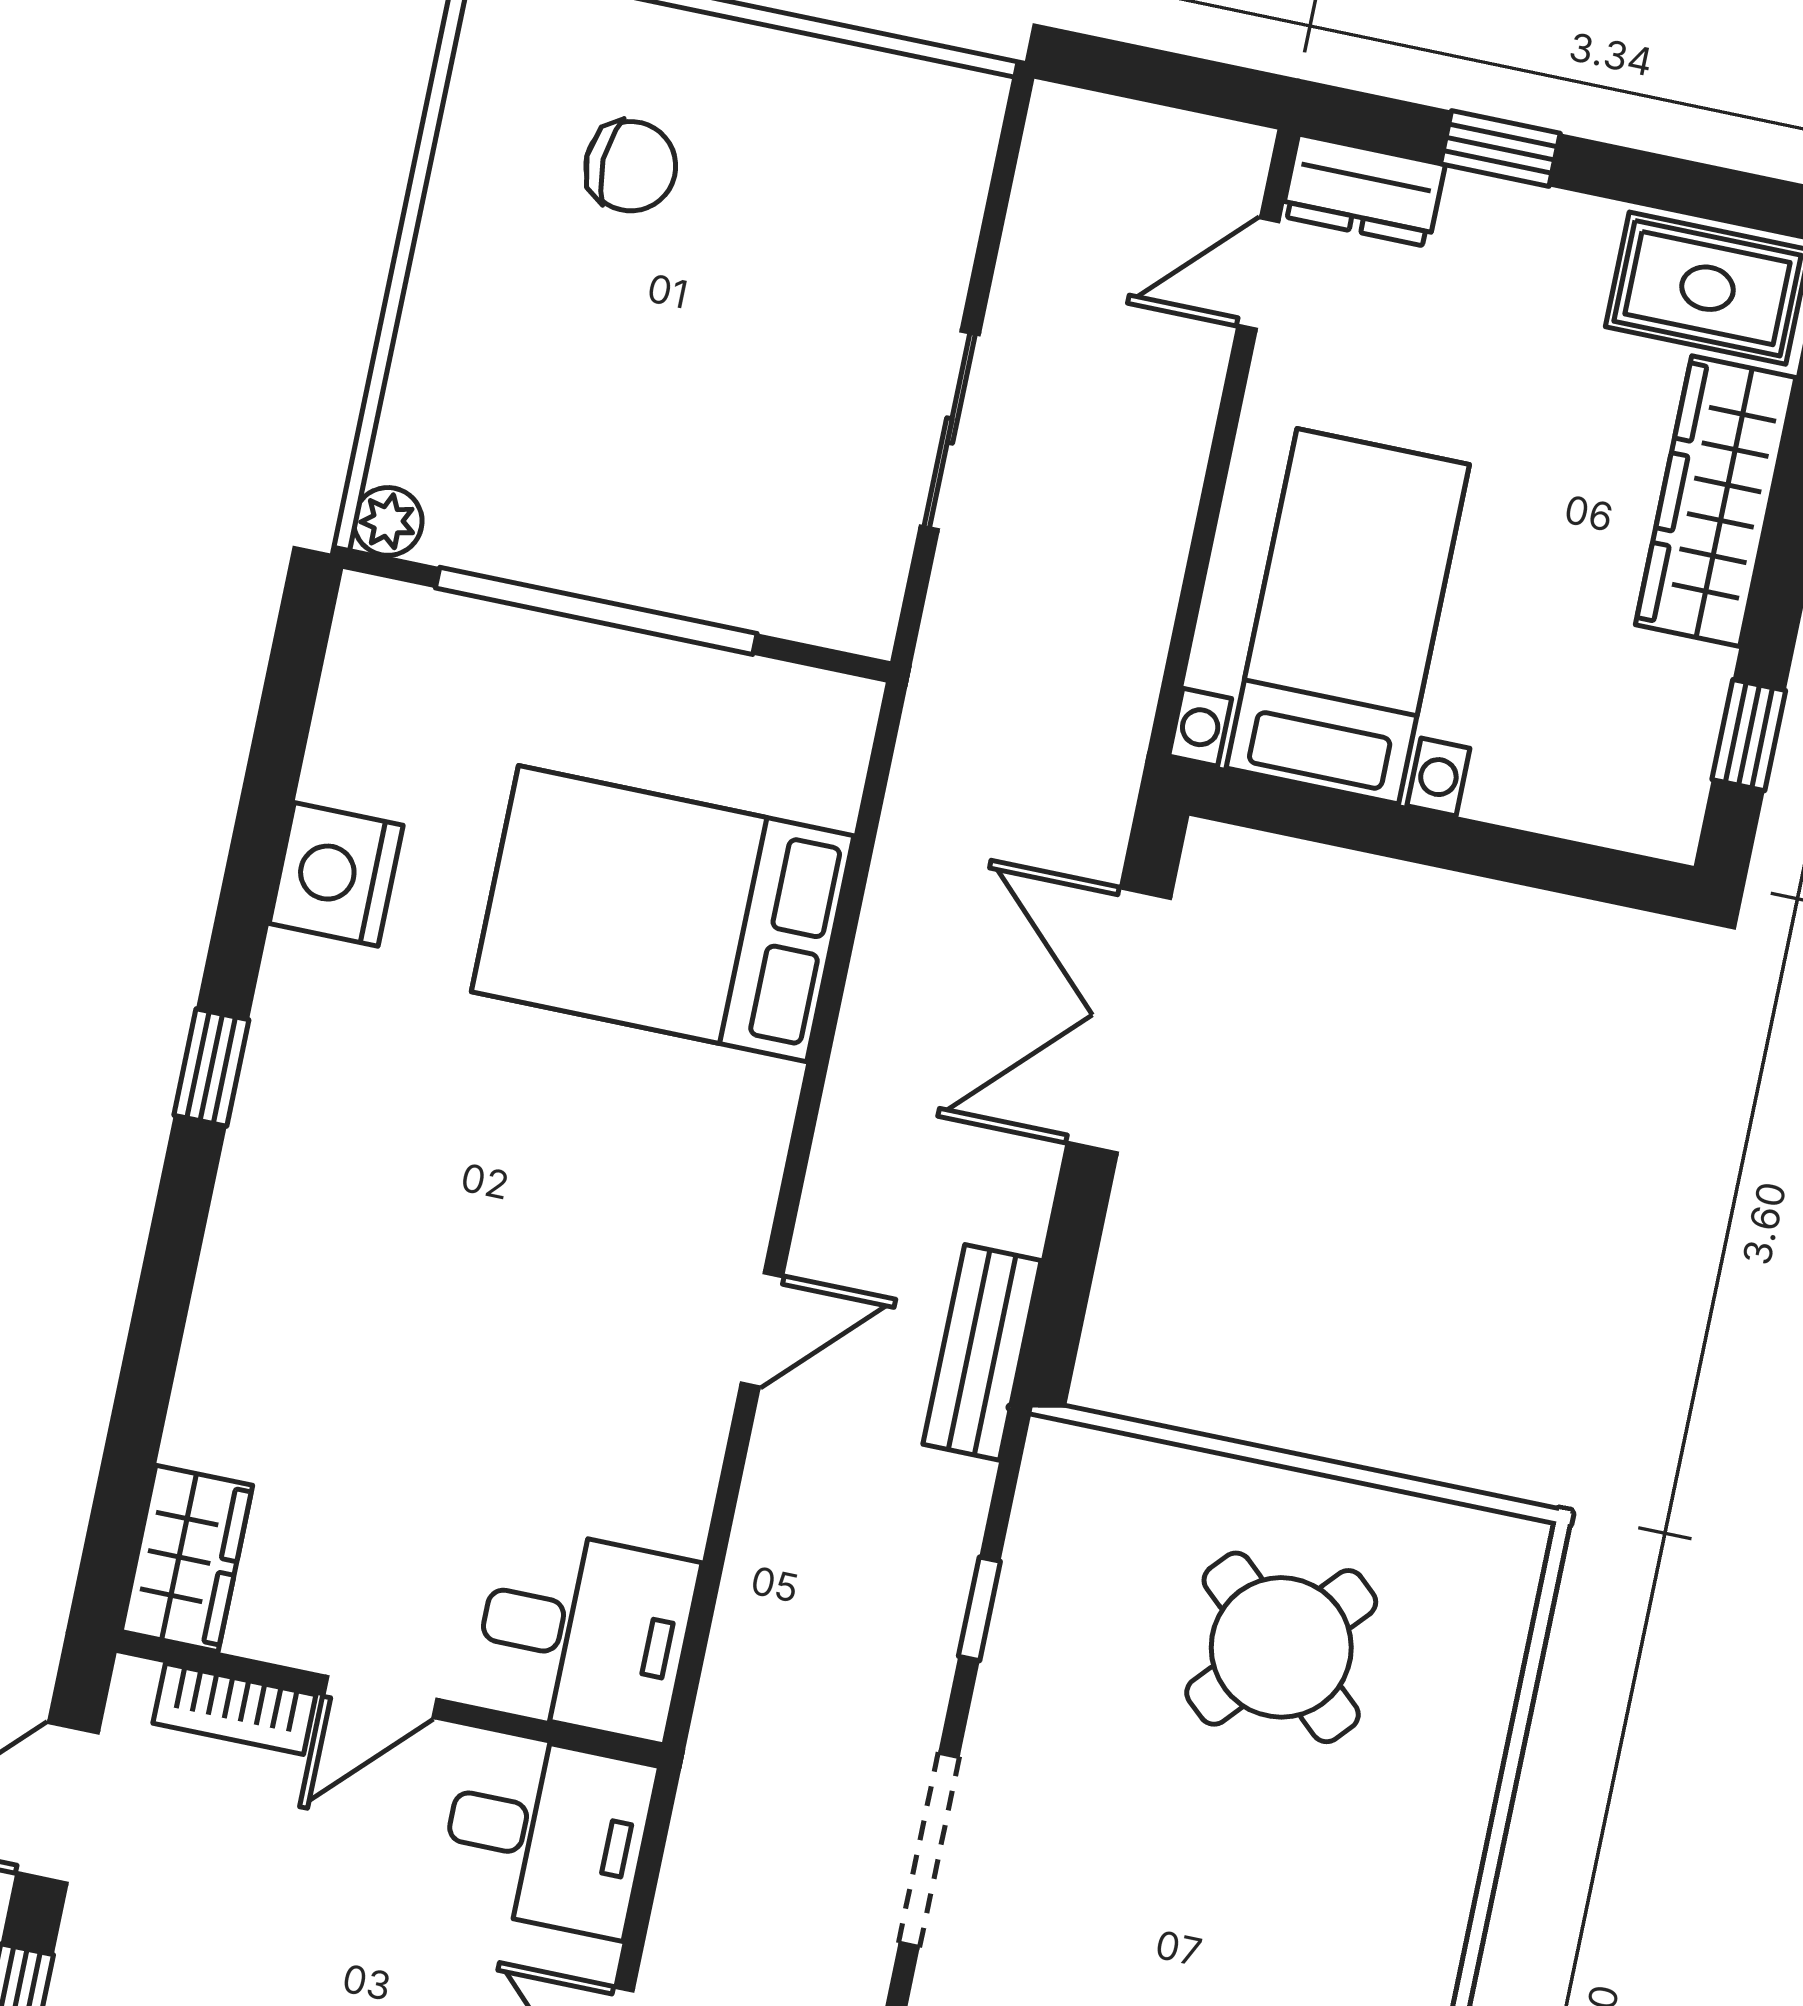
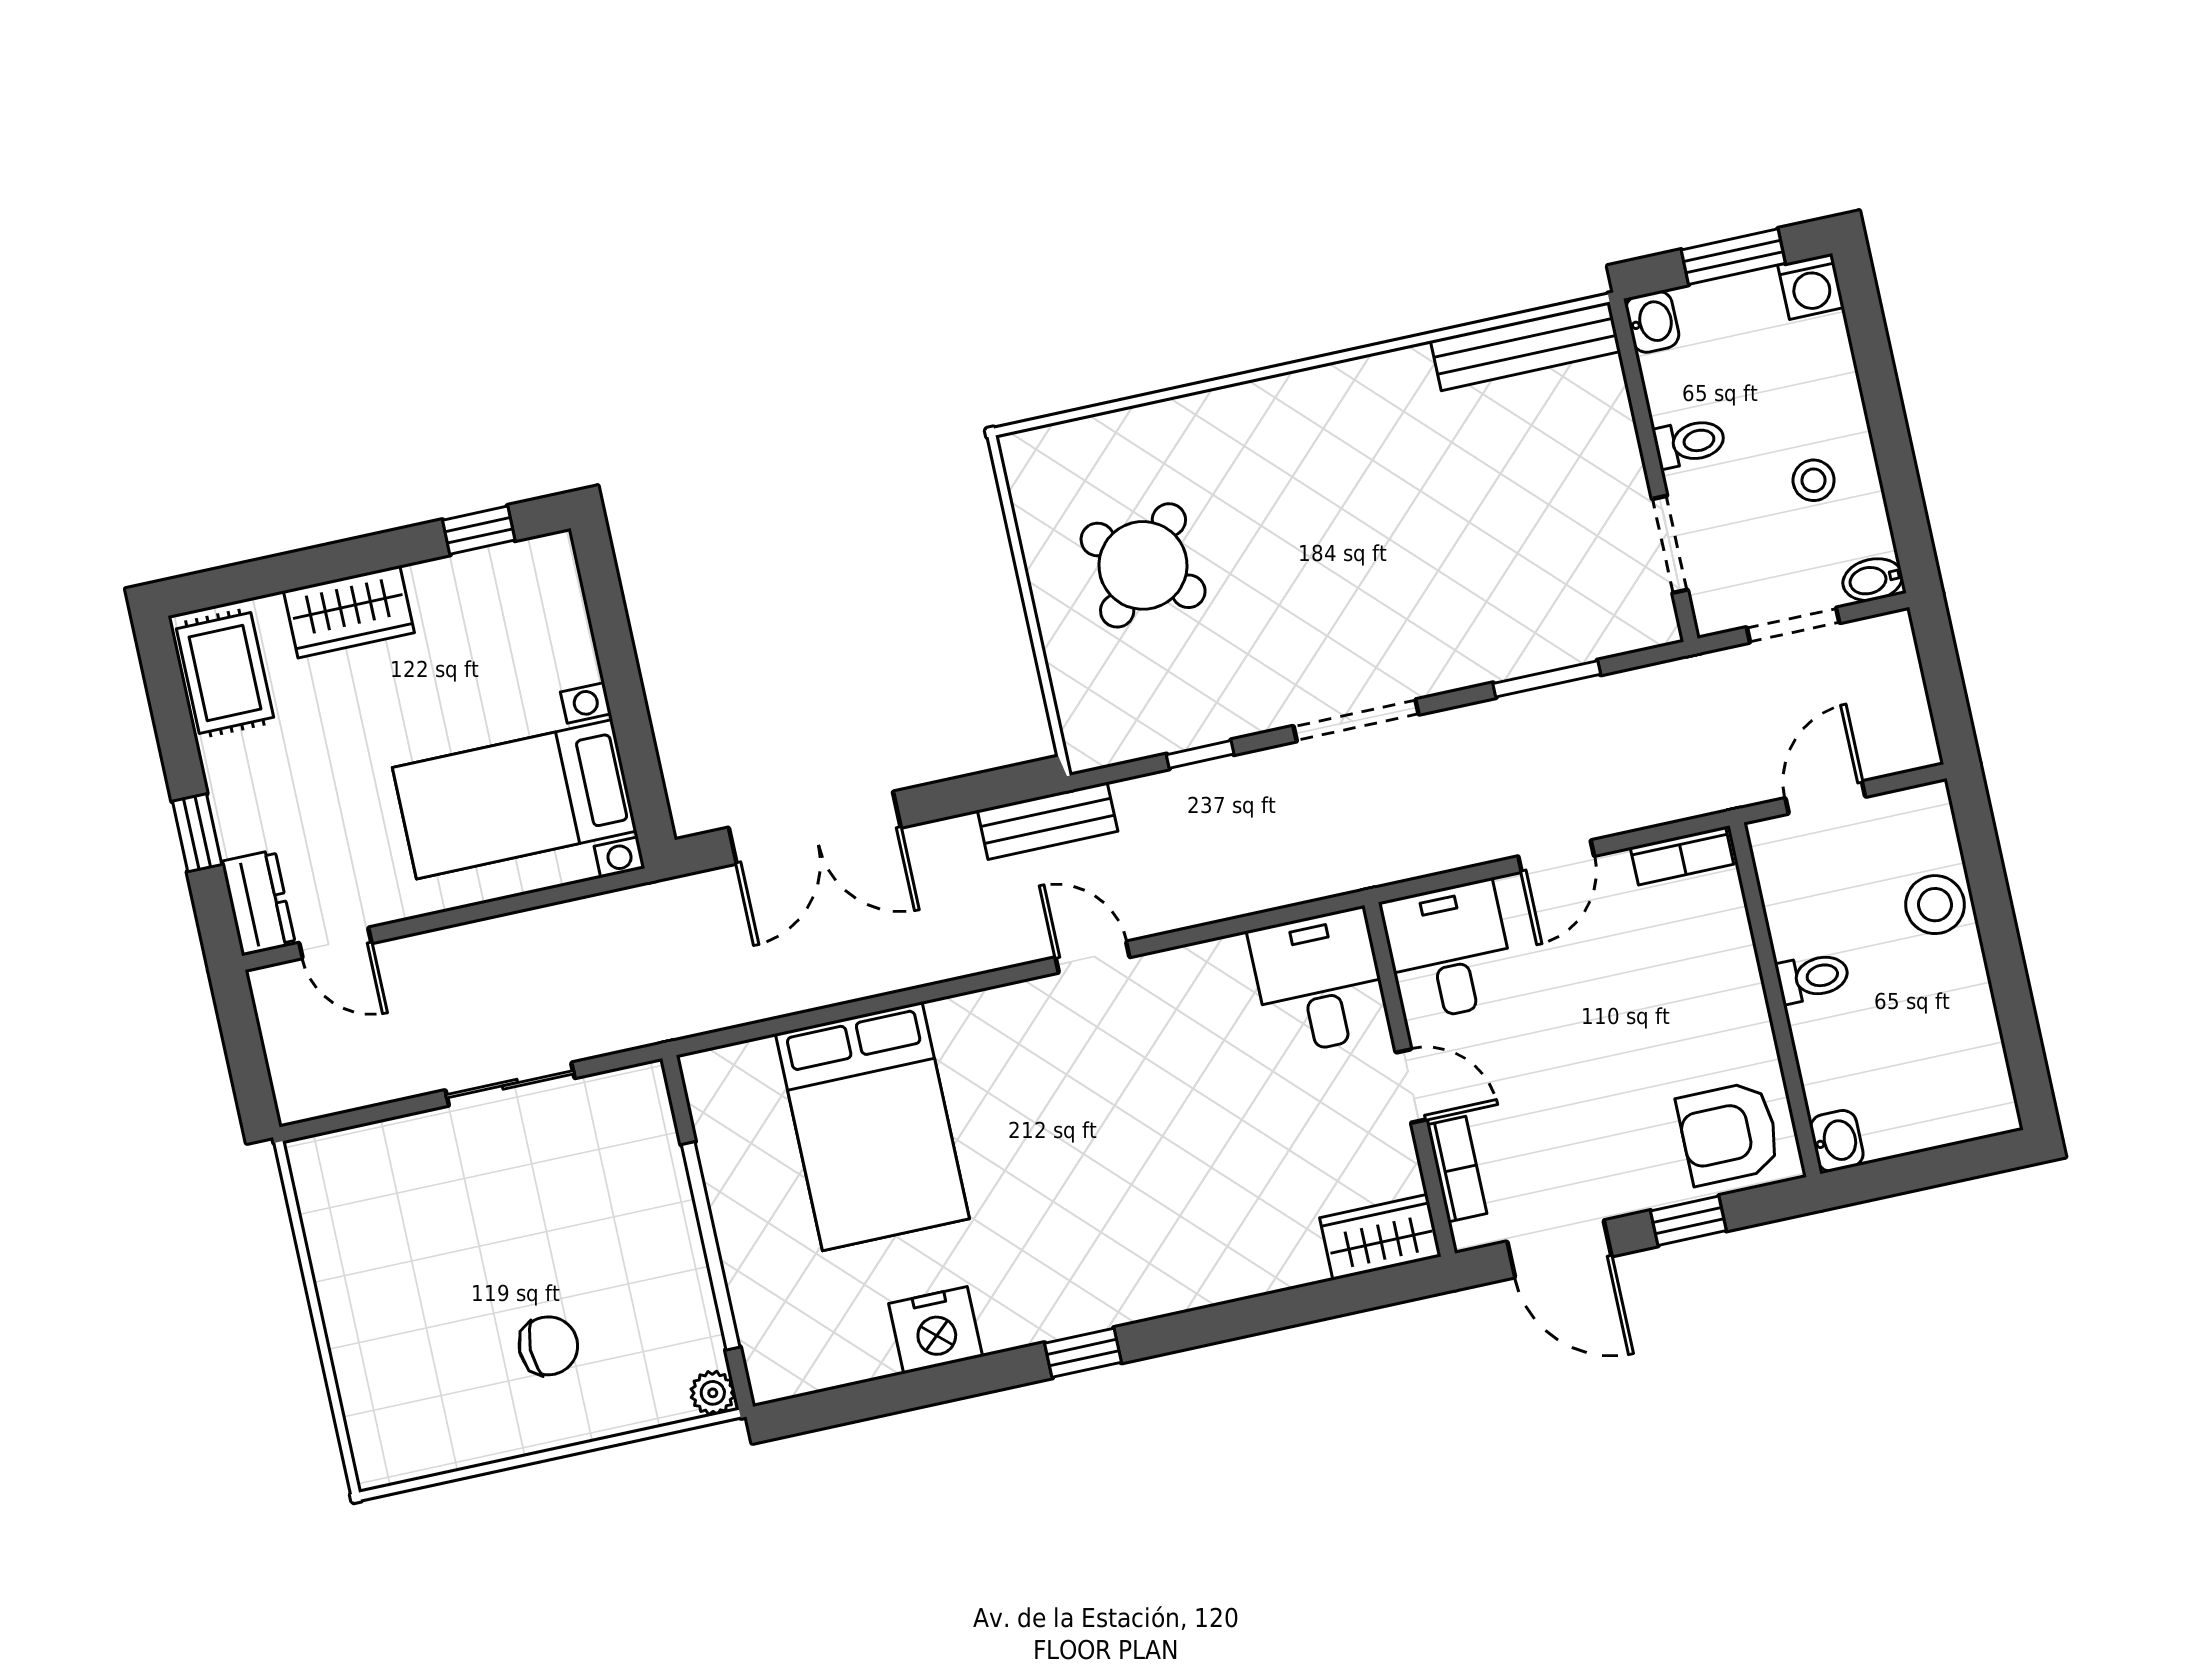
chair: (631, 166) -> (548, 1346), moved, turned 88
wardrobe: (1716, 501) -> (349, 612), width x0.67

